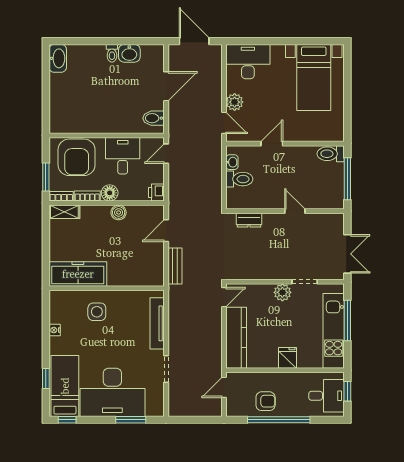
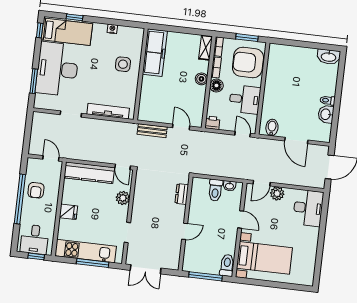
bed with nightstands: (314, 77) -> (264, 258), moved, turned 180
window: (46, 177) -> (247, 38), moved
boiler: (119, 212) -> (201, 79), moved
plant: (282, 292) -> (123, 198), moved

